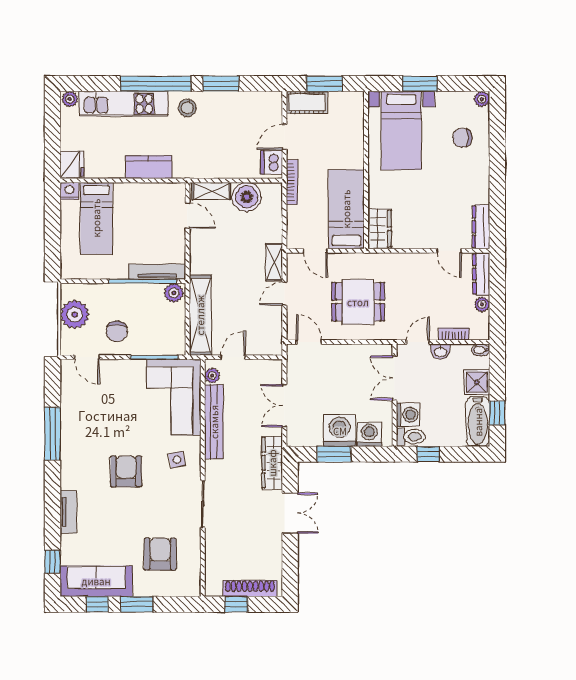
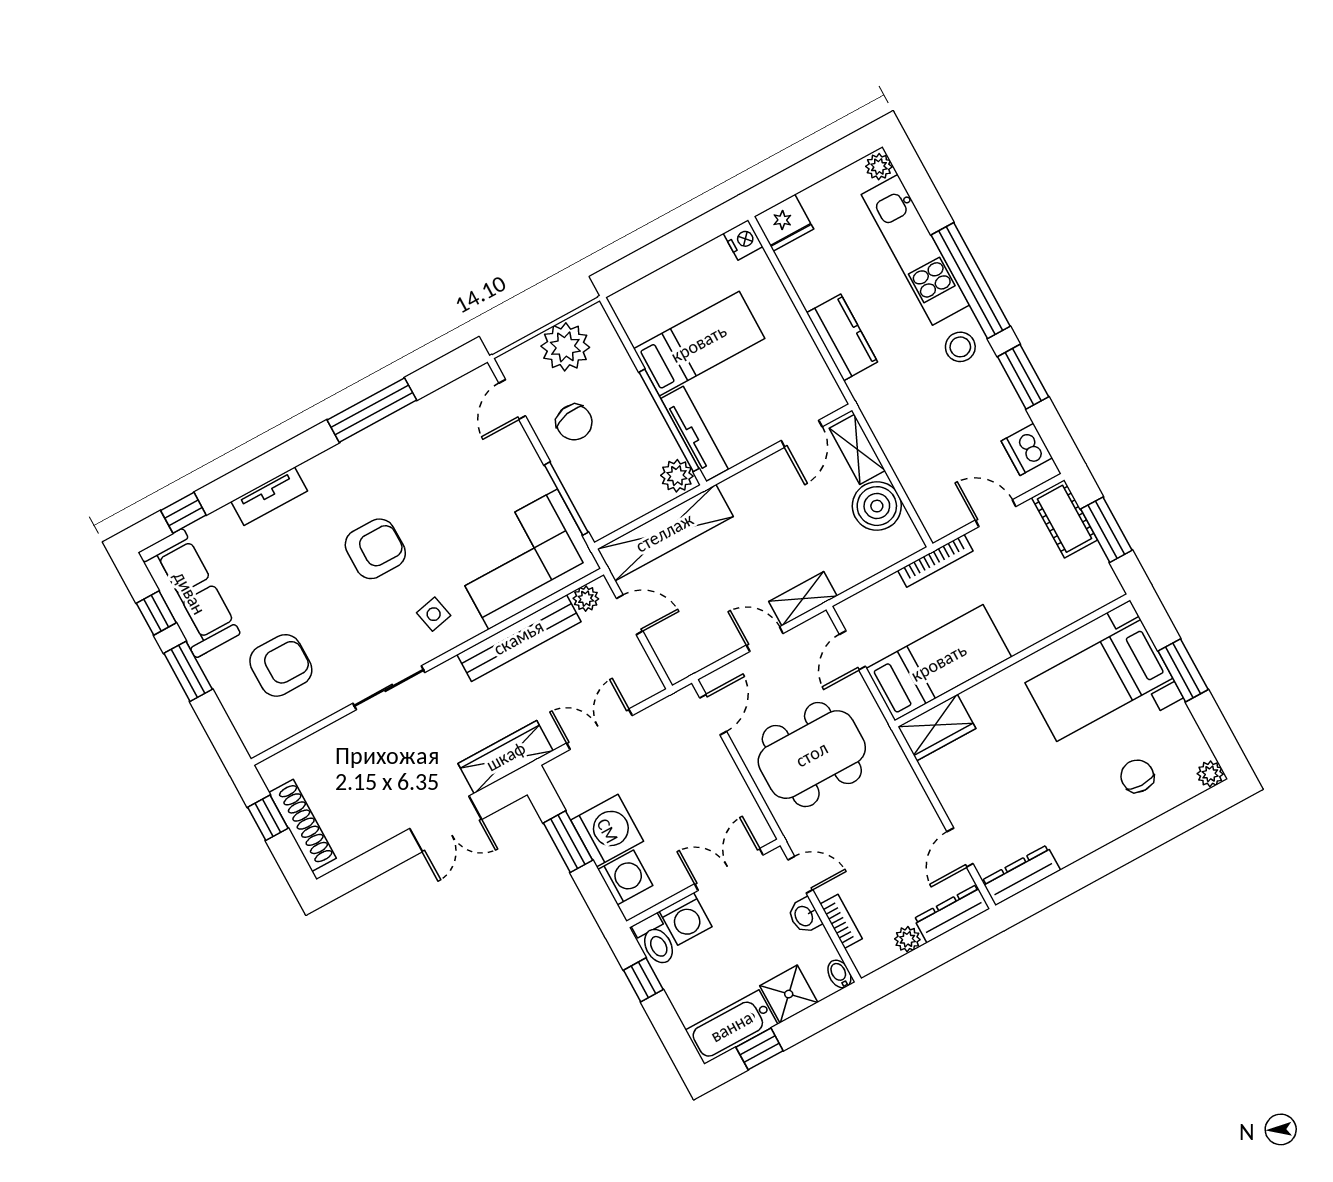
dishwasher: (271, 162) -> (1027, 449), moved, turned -90
bed: (96, 218) -> (699, 344), moved, turned 180
dining table: (358, 302) -> (812, 755), width x1.37
chair: (117, 331) -> (574, 422), turned -104

